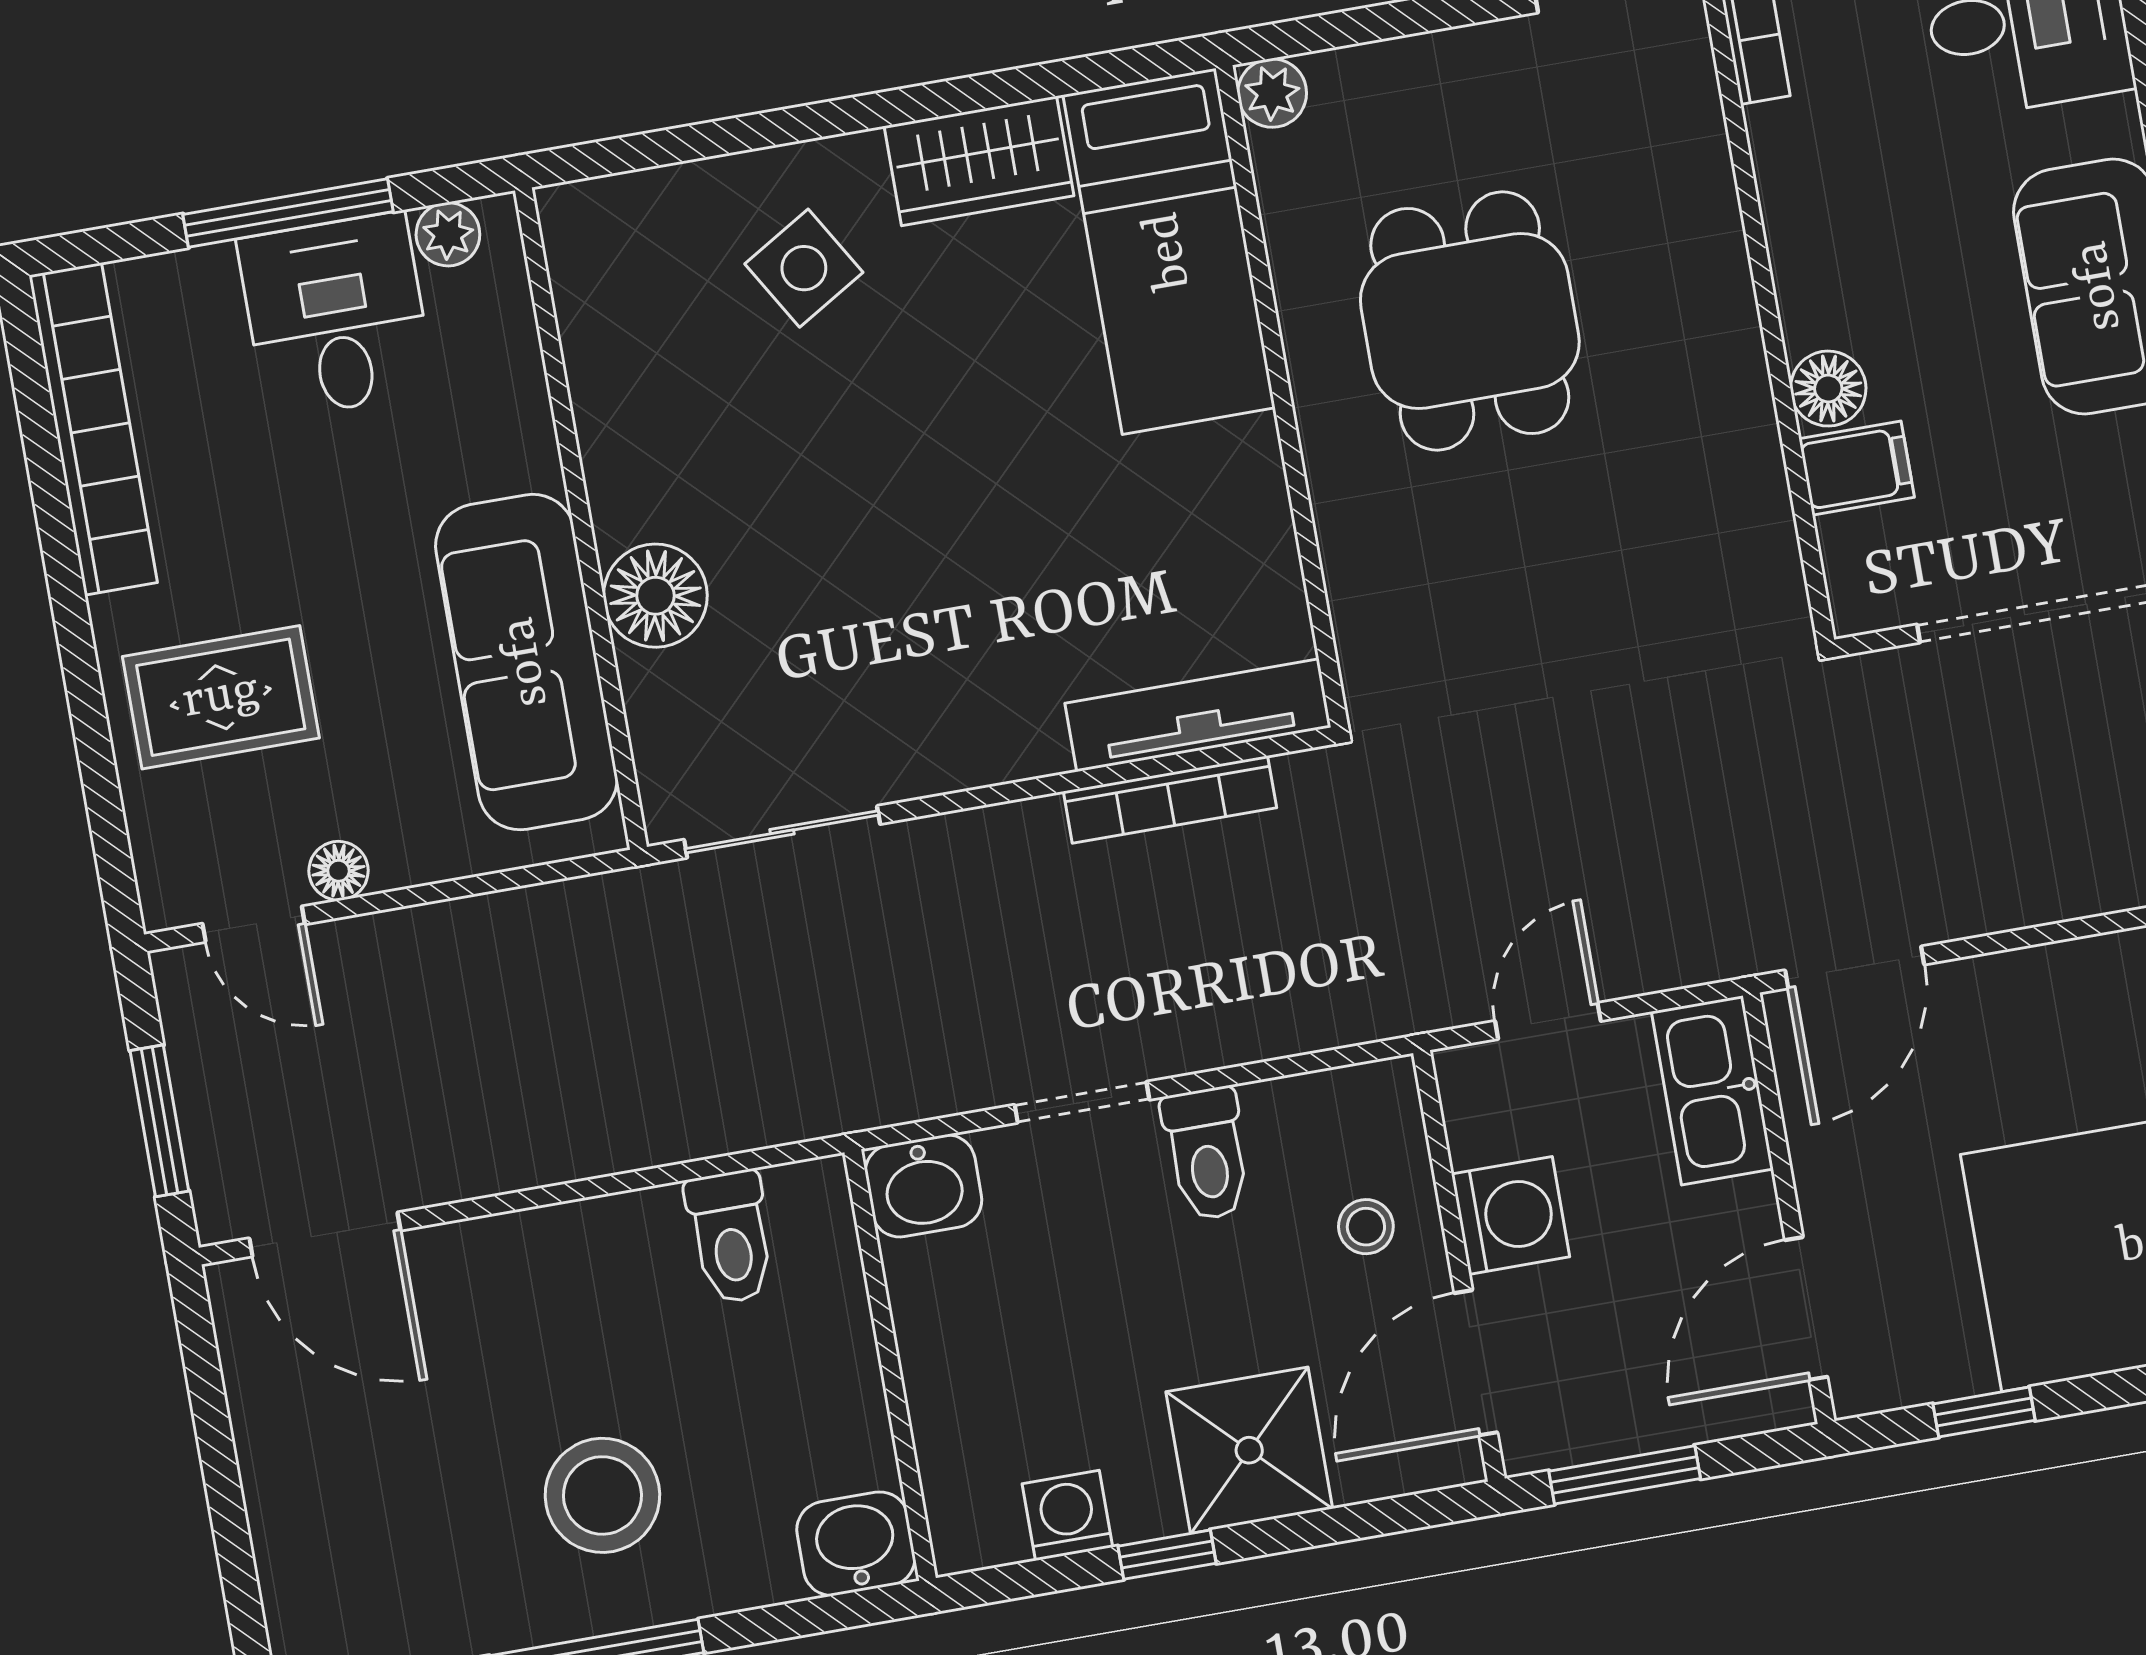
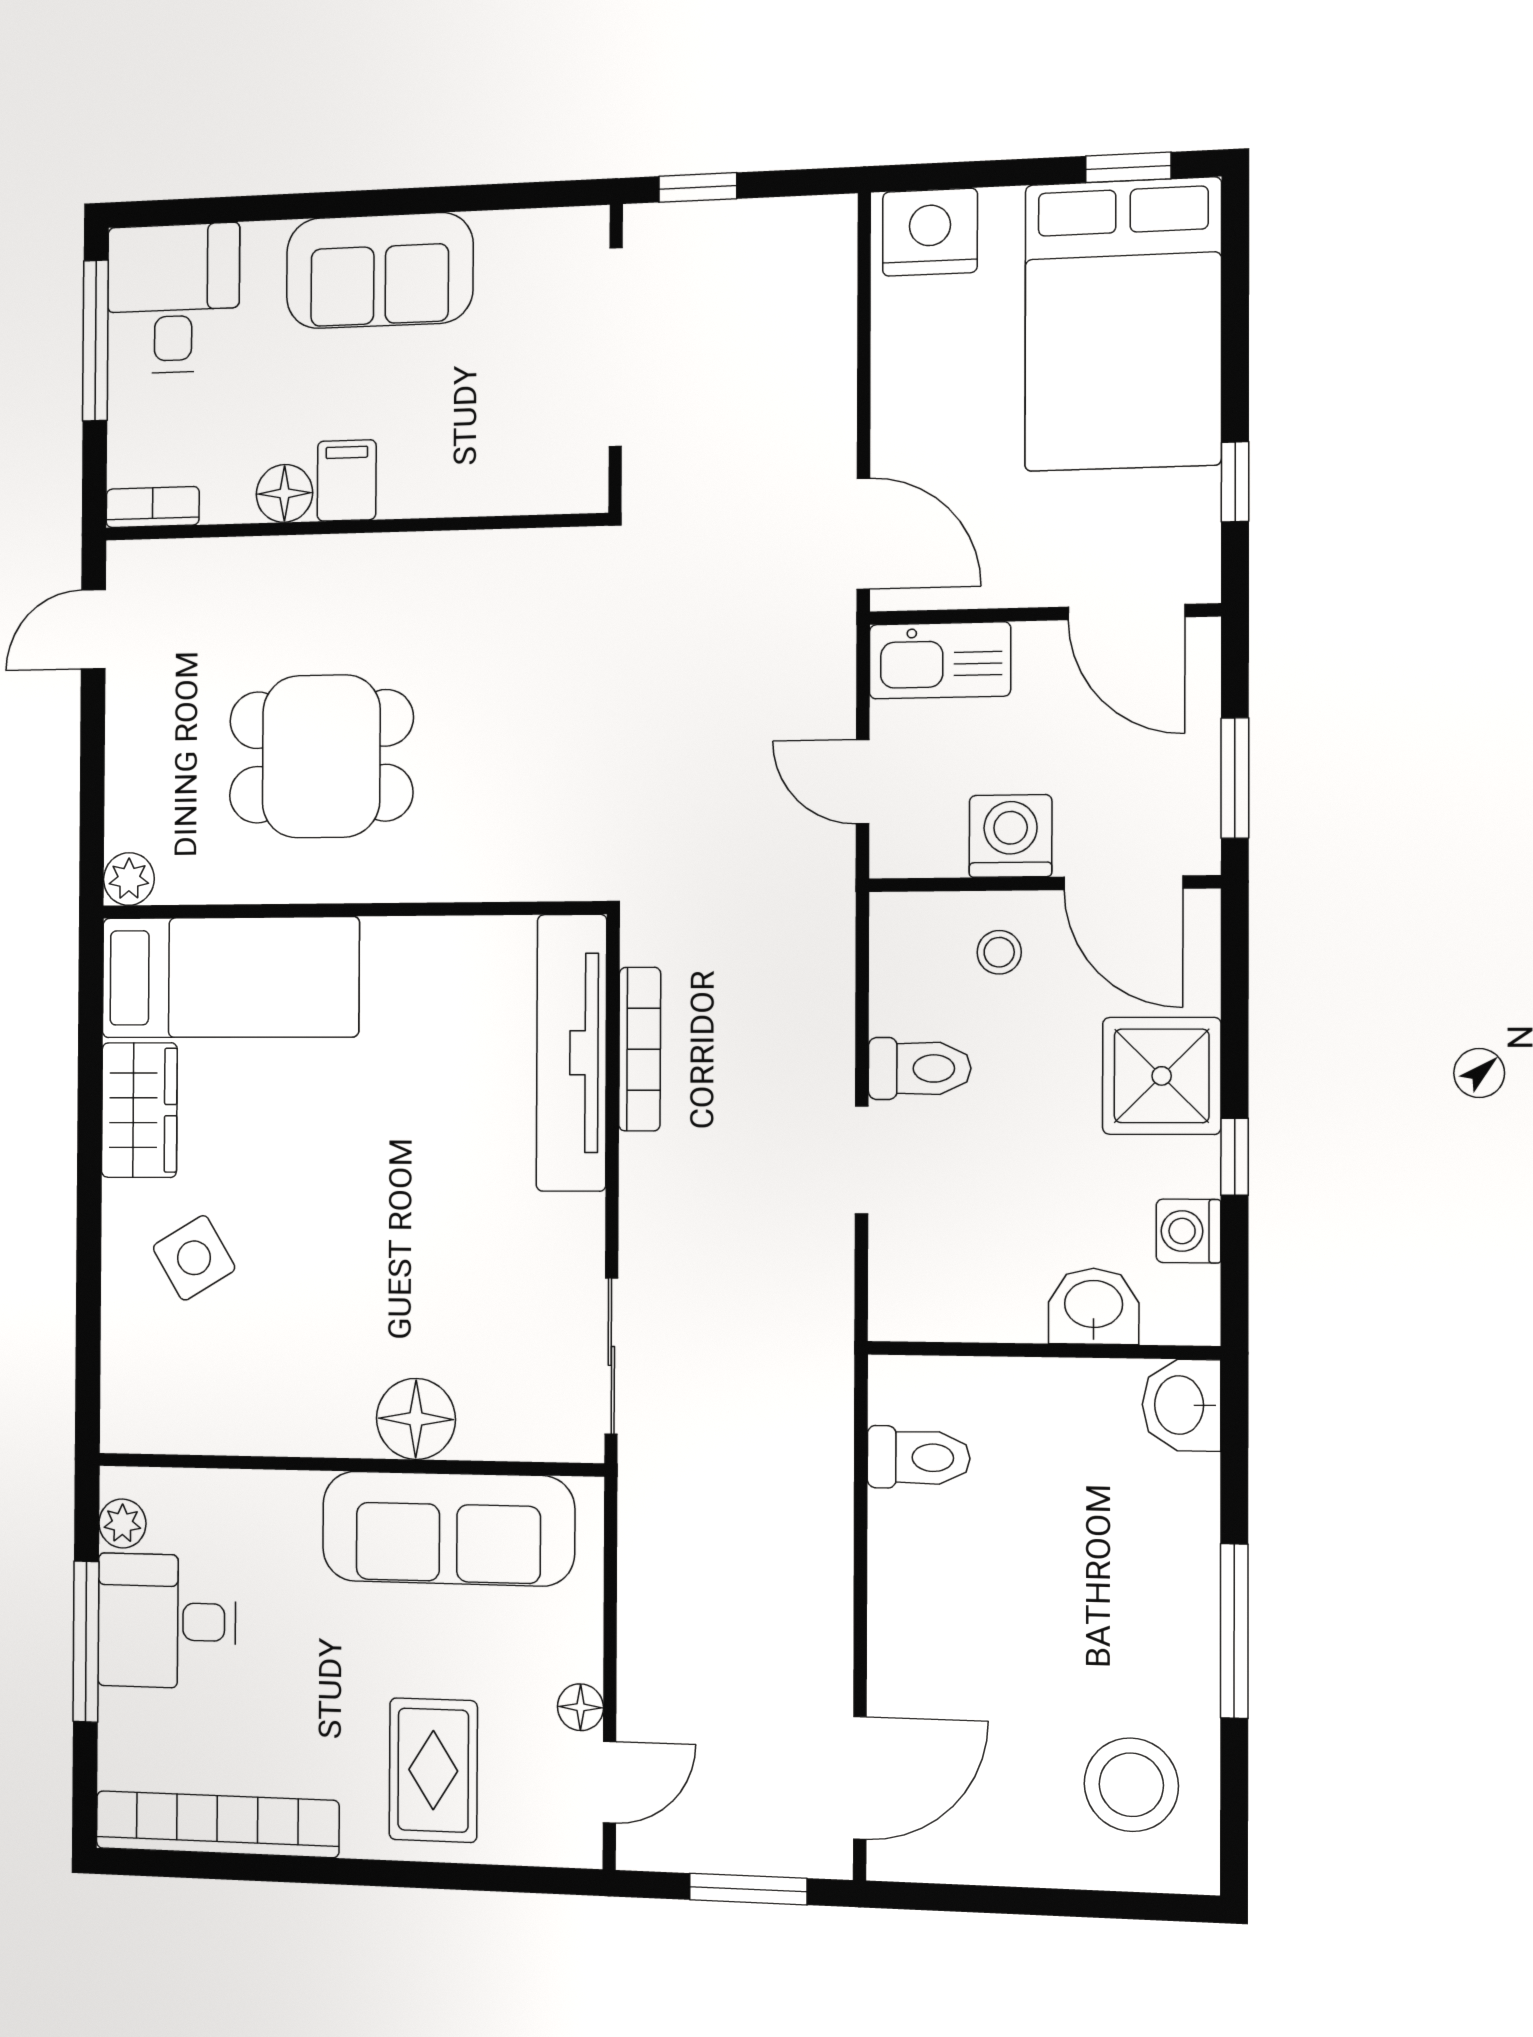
floor lamp: (1828, 389) -> (284, 493), moved
filing cabinet: (1857, 468) -> (347, 480), moved
tv unit: (1198, 715) -> (571, 1053), width x1.36, depth x1.29
washbasin: (923, 1186) -> (1094, 1306), moved, turned -90
stool: (602, 1495) -> (1131, 1785), moved

